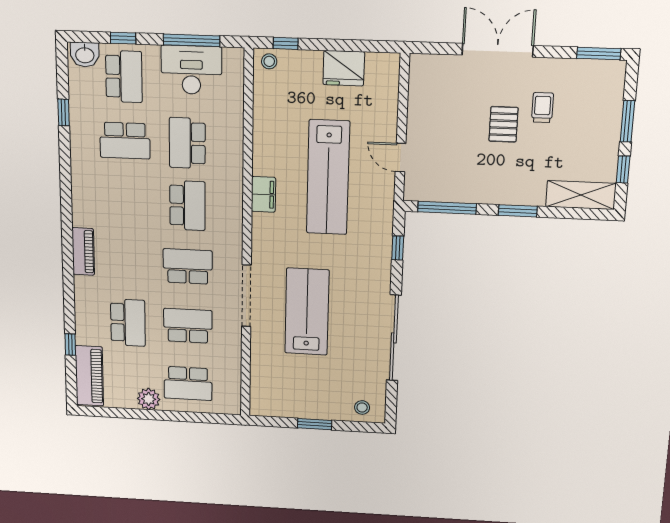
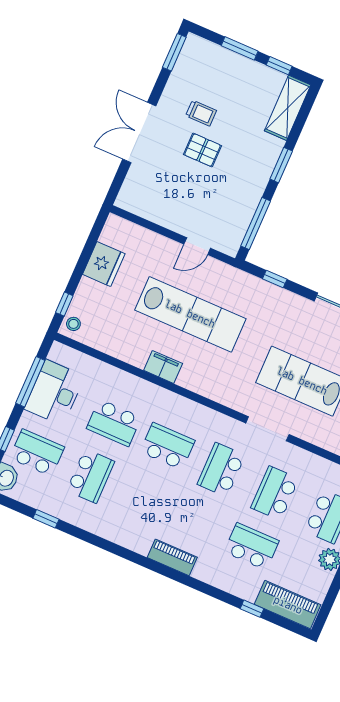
trolley: (542, 108) -> (201, 113), turned 180
filing cabinet: (263, 194) -> (163, 367), moved
doorway: (246, 296) -> (267, 429), width x0.73

